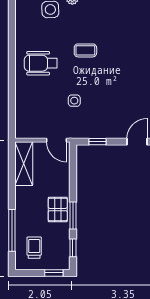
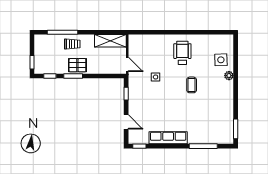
door: (57, 140) -> (127, 64), swing flipped
trolley: (34, 248) -> (72, 44), moved

